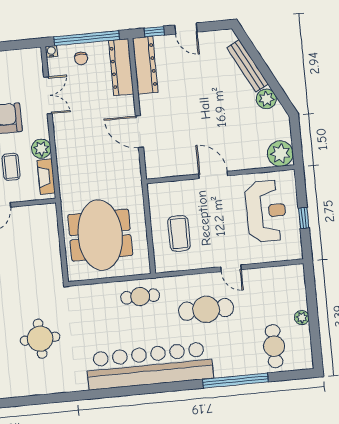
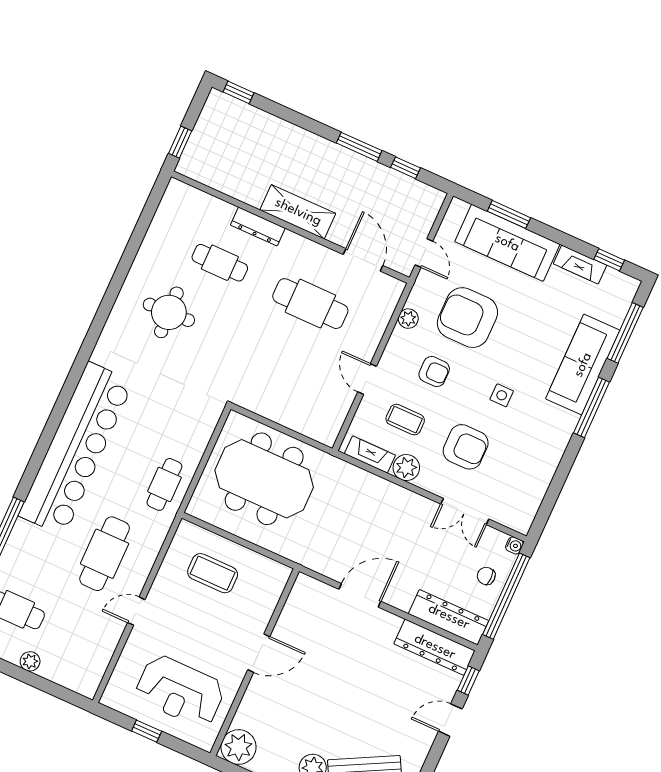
round table: (40, 339) -> (169, 312), moved

